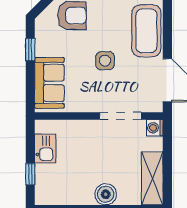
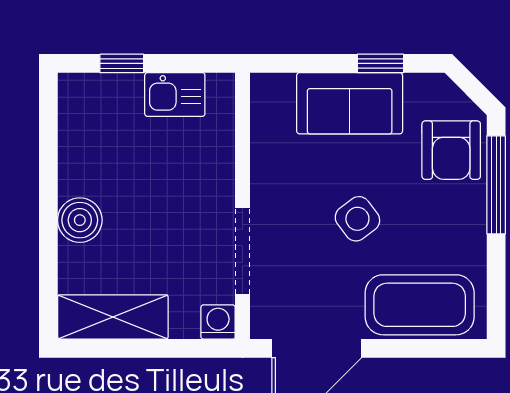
side table: (105, 61) -> (357, 219), turned -37
sofa: (49, 83) -> (350, 103), moved

